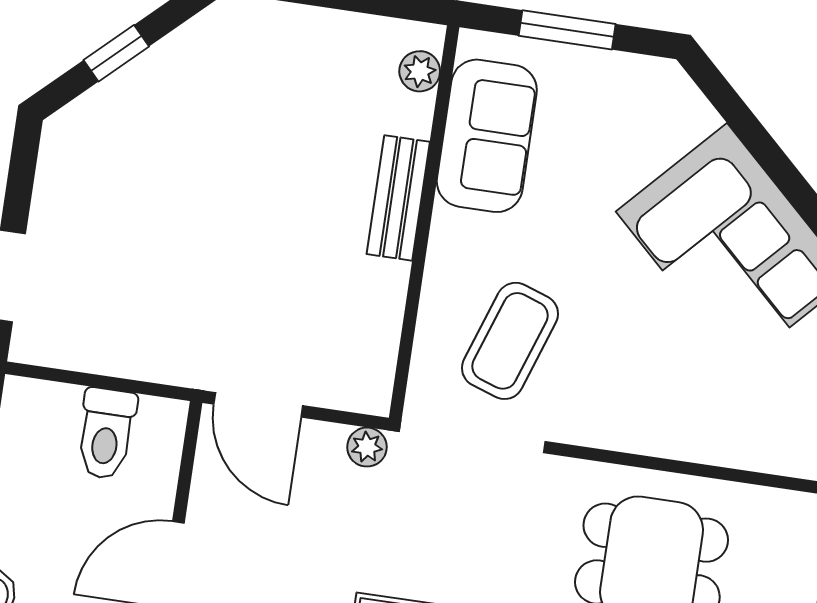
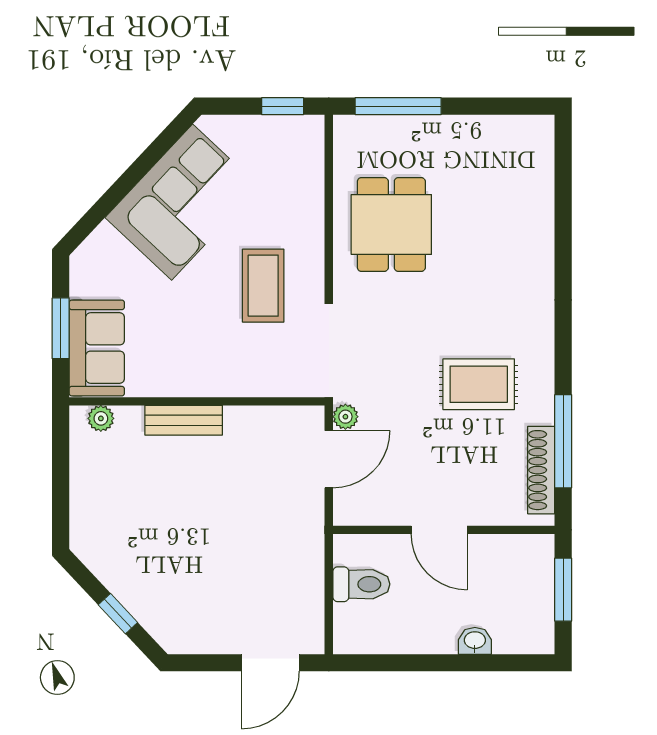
sofa: (487, 136) -> (97, 348), moved, turned 90
coffee table: (510, 341) -> (263, 286), moved, turned 71
door: (258, 405) -> (329, 459), moved

